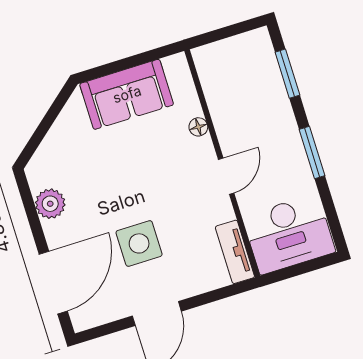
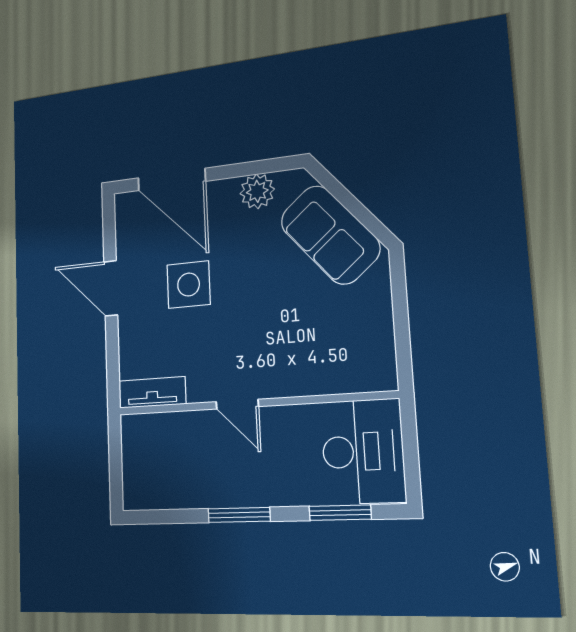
sofa: (127, 94) -> (330, 235), moved, turned -40
floor lamp: (198, 127) -> (302, 385), removed
desk: (289, 234) -> (363, 451), moved, turned 180

